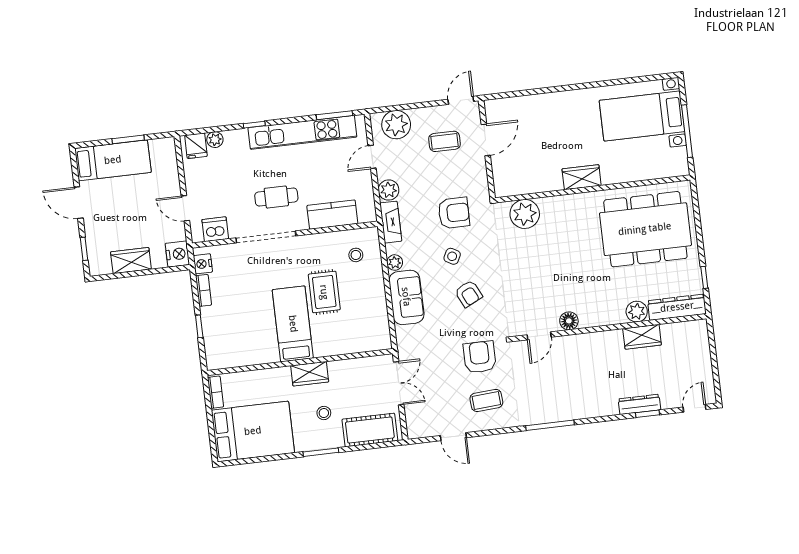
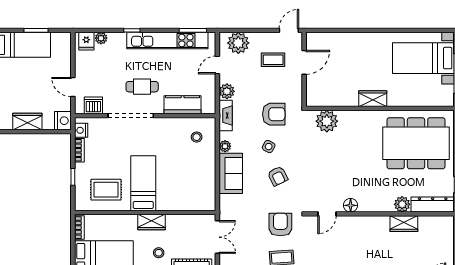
rug: (324, 292) -> (106, 190), moved, turned 90

